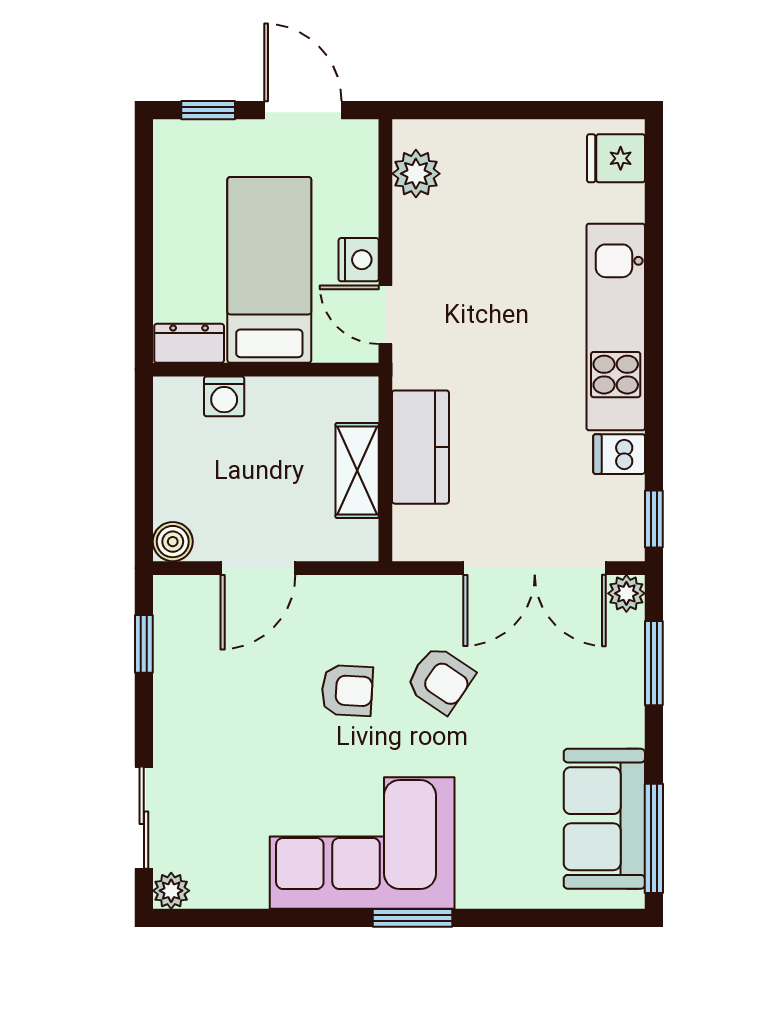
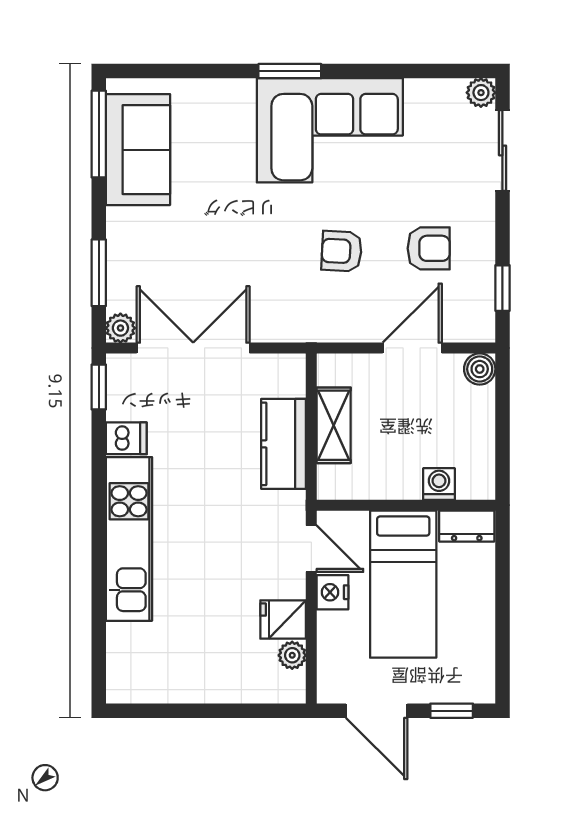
fridge: (616, 158) -> (283, 619), moved, turned 180
plant: (416, 174) -> (292, 655), width x0.73, depth x0.73
armchair: (440, 680) -> (429, 248), moved, turned 146

